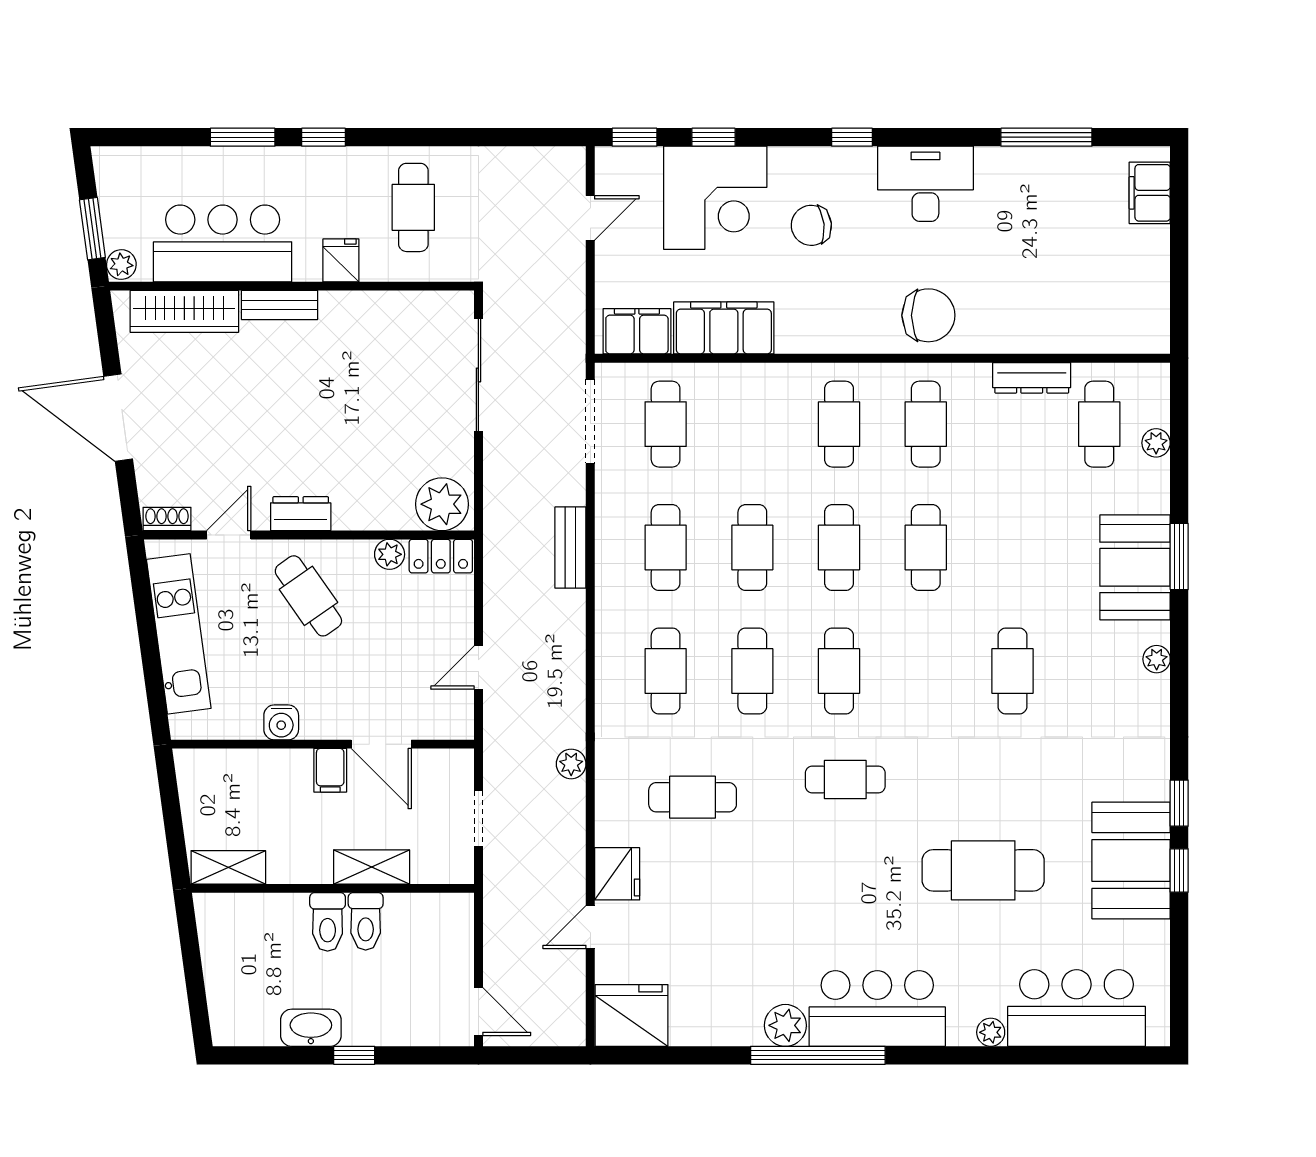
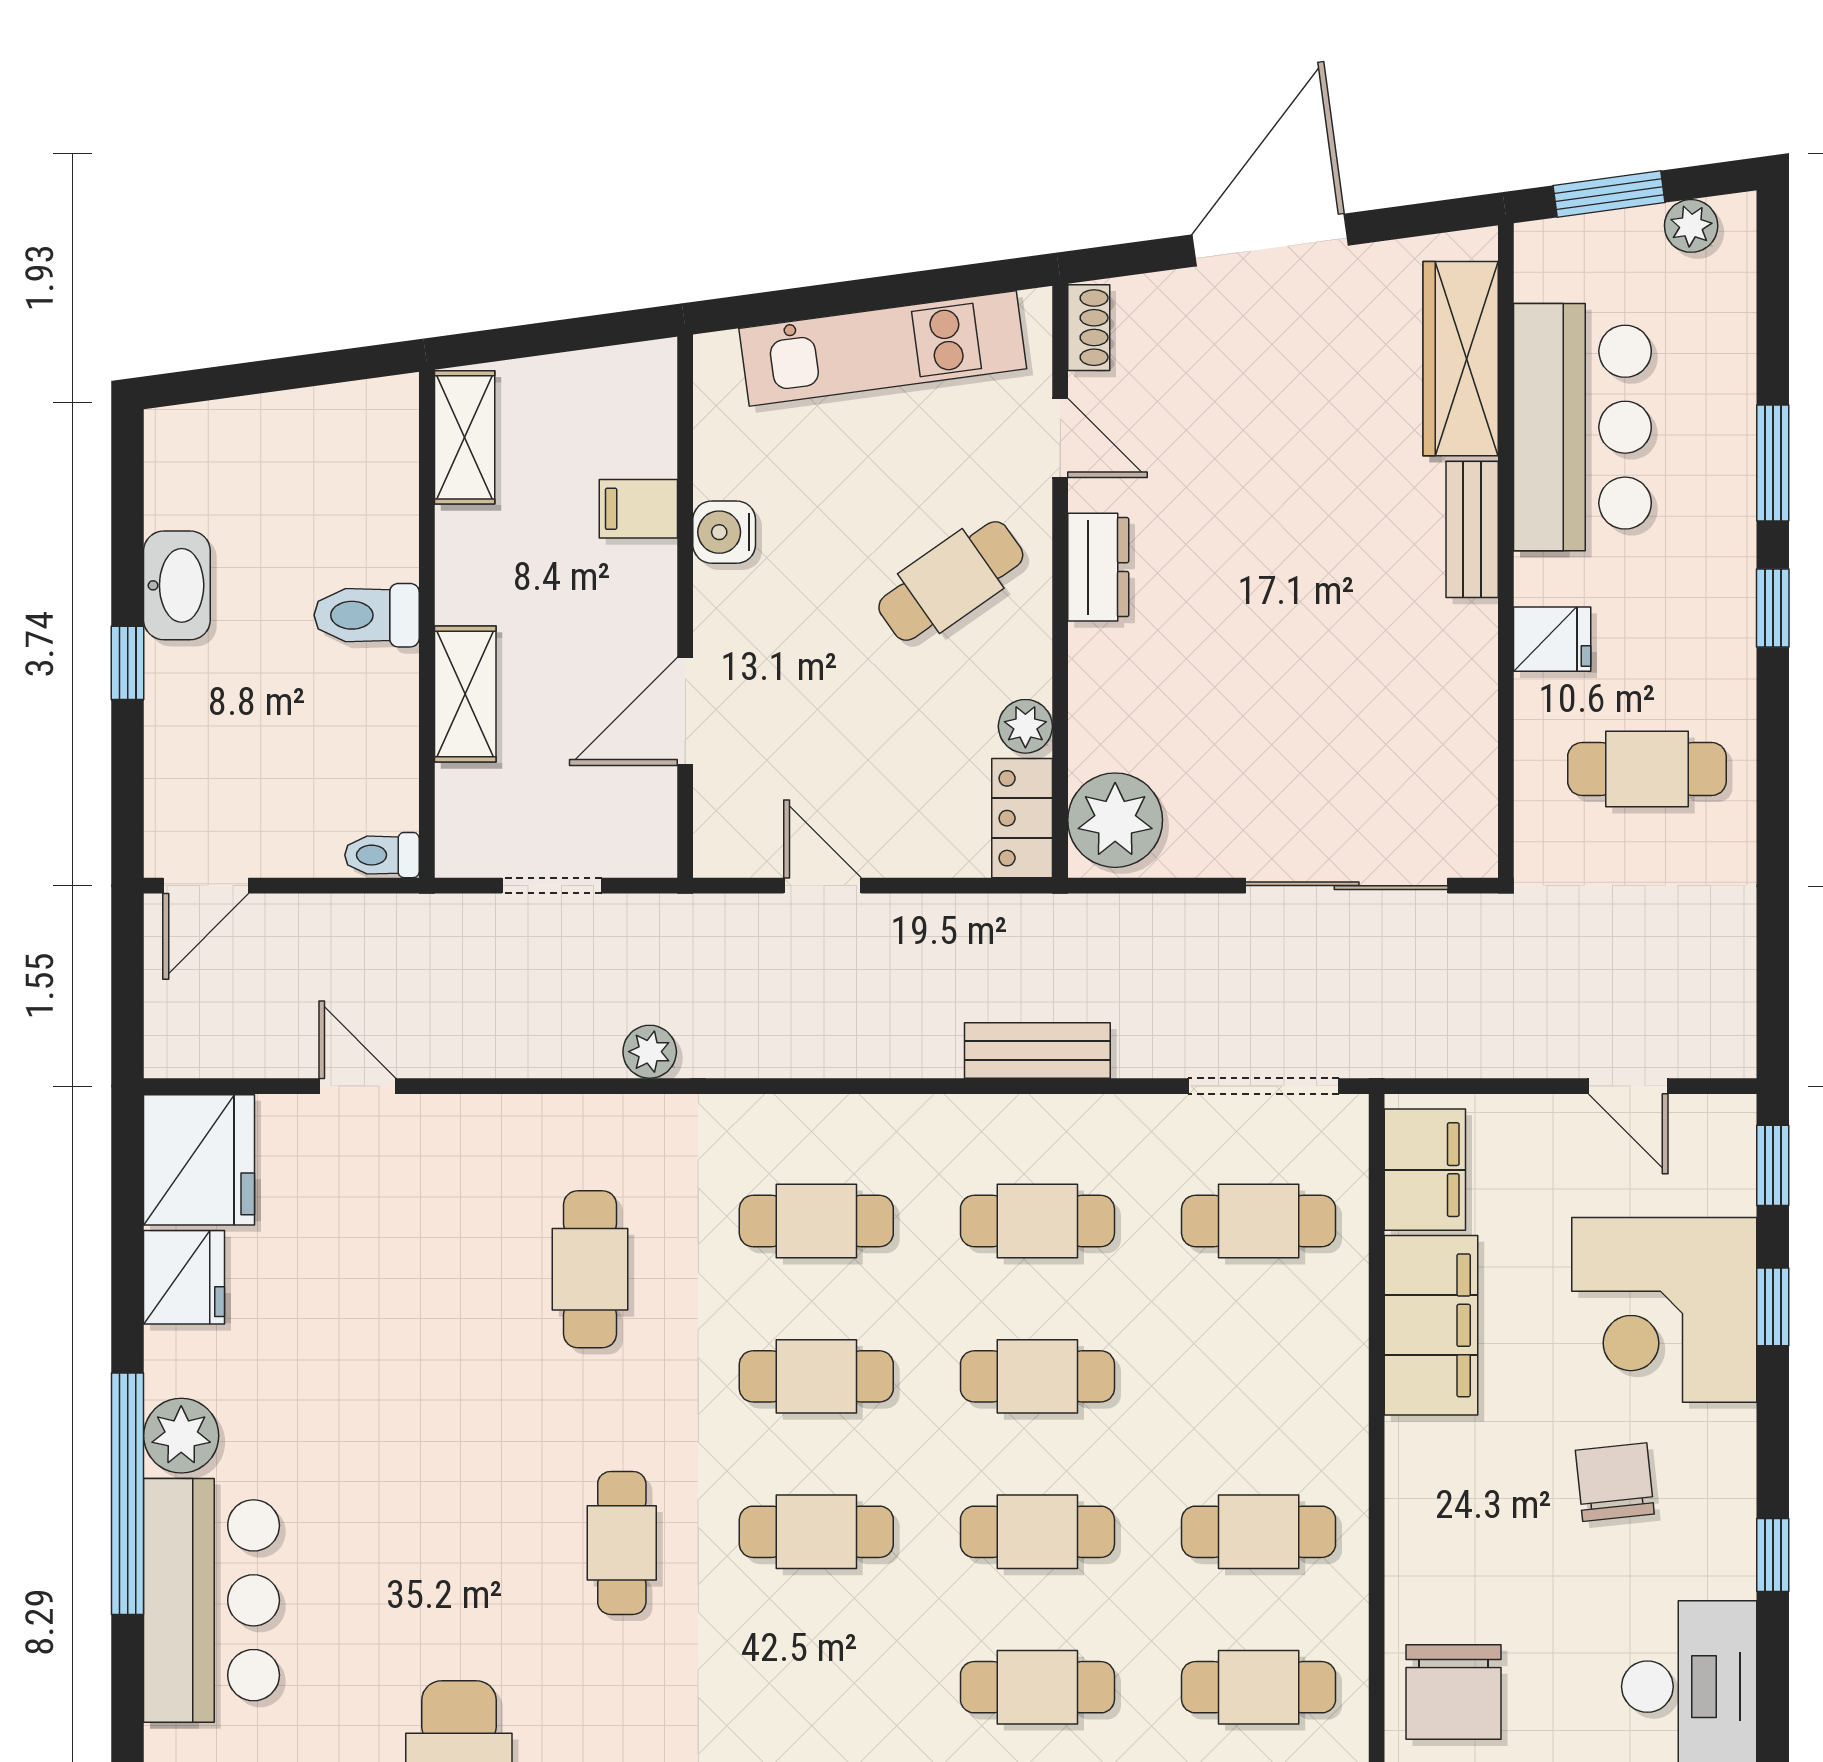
plant: (121, 265) -> (1691, 226), moved
filing cabinet: (330, 770) -> (638, 509), moved
fridge: (617, 874) -> (184, 1277), moved, turned -90
toilet: (366, 921) -> (382, 855), moved, width x0.73, depth x0.72

